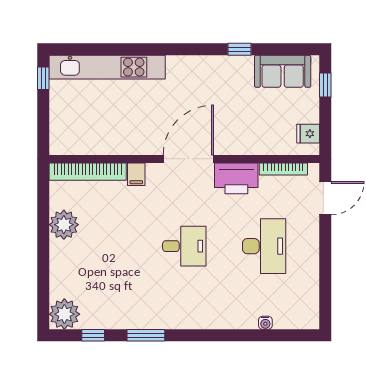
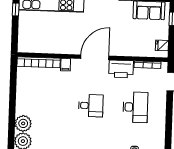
plant: (64, 225) -> (23, 123), moved

